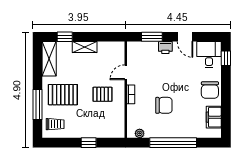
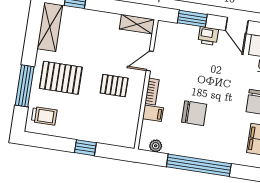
shelving: (85, 47) -> (137, 24), moved
filing cabinet: (134, 110) -> (153, 113), added

